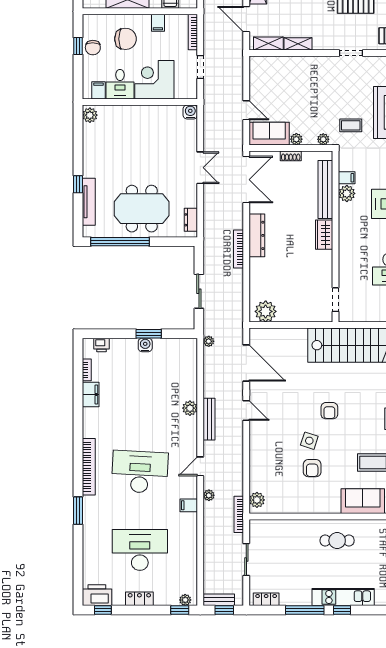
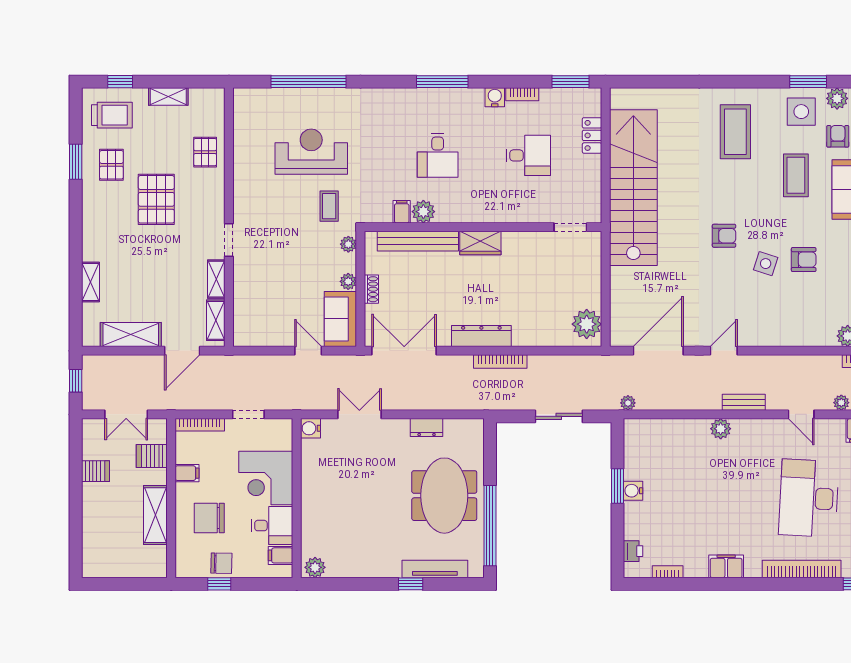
chair: (125, 39) -> (209, 518), turned -90
doorway: (351, 53) -> (229, 240), moved
door: (246, 110) -> (308, 351), hinge flipped
double door: (200, 168) -> (359, 414), moved
dresser: (191, 220) -> (427, 427), moved
filing cabinet: (91, 395) -> (726, 566), moved
bench: (209, 419) -> (744, 402), width x0.73

